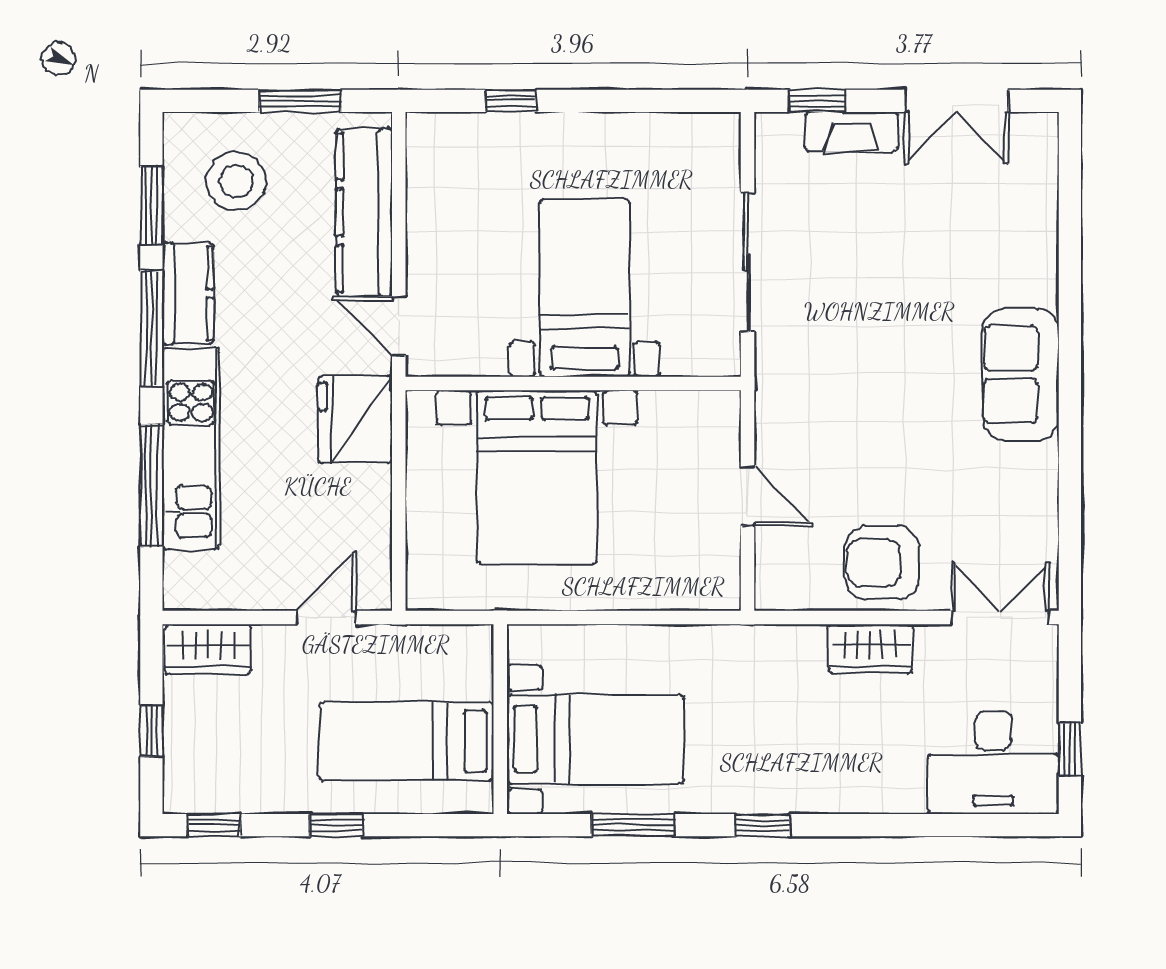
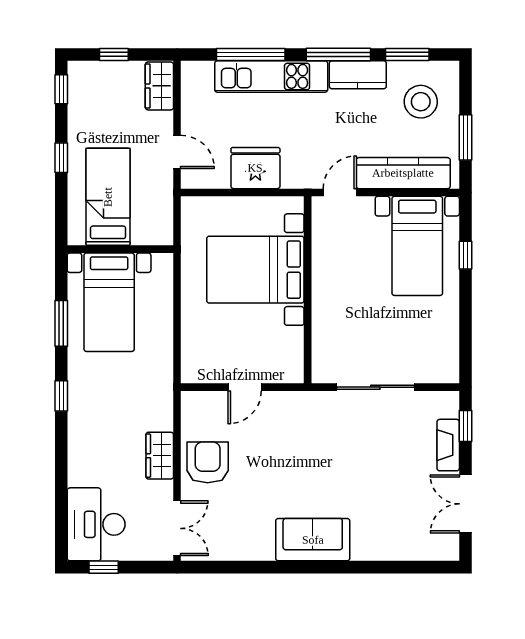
bed with nightstands: (584, 288) -> (417, 246), moved, turned 90
fridge: (355, 419) -> (255, 168), moved

